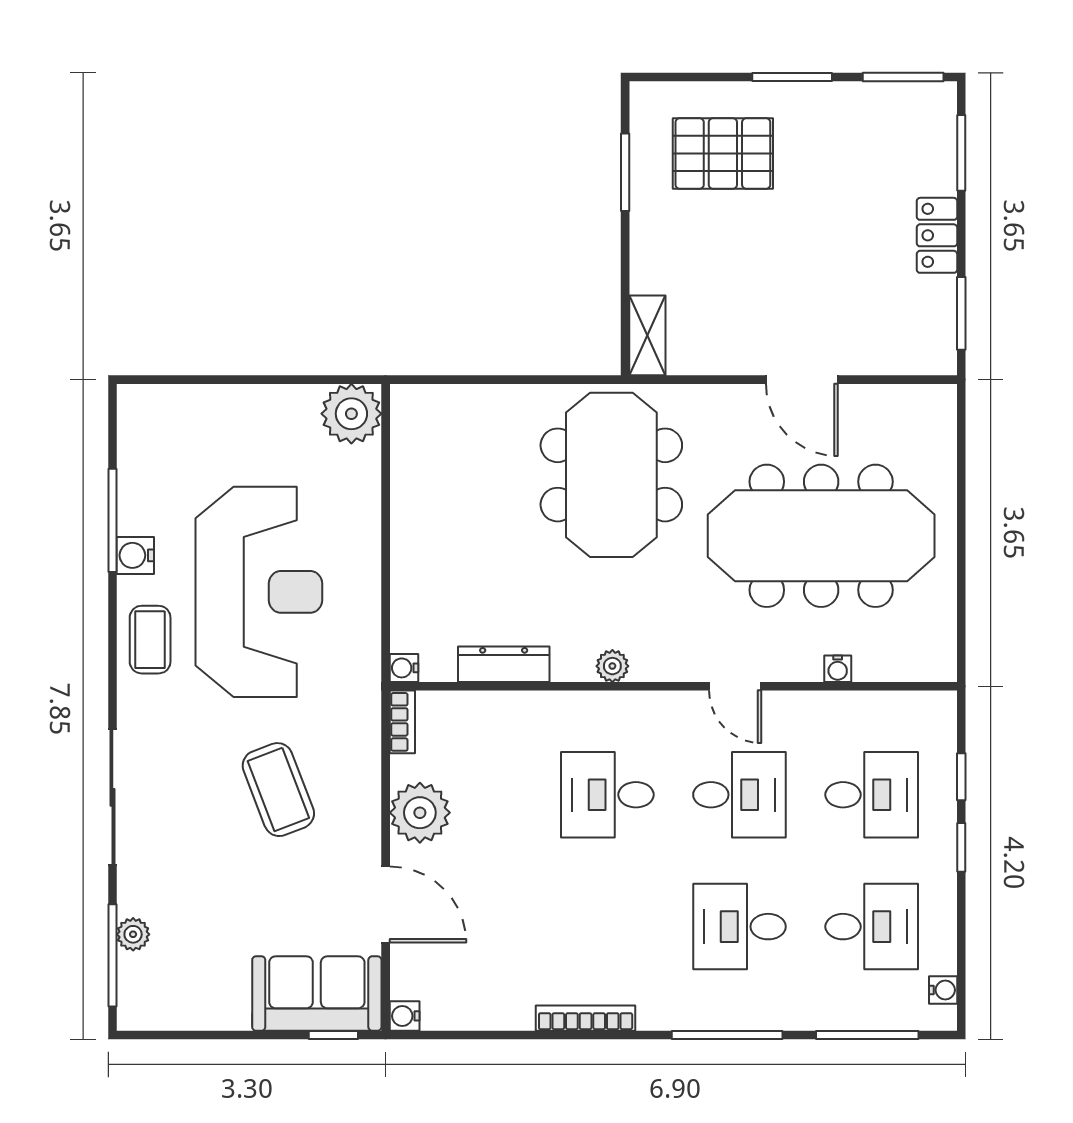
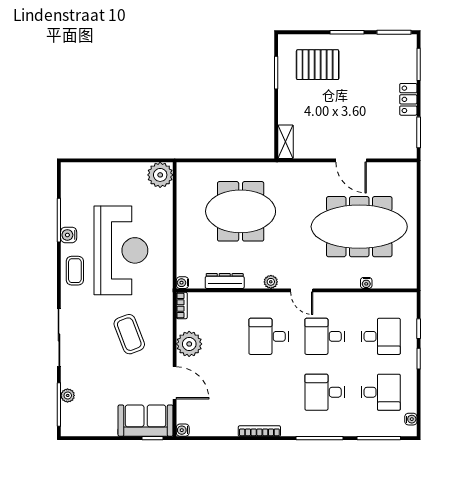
meeting table: (611, 475) -> (241, 211), moved, turned 90
door: (735, 686) -> (302, 290), moved
desk: (739, 795) -> (325, 336), turned 180

